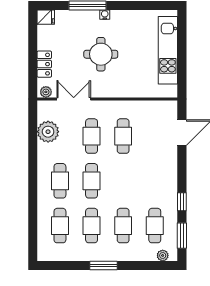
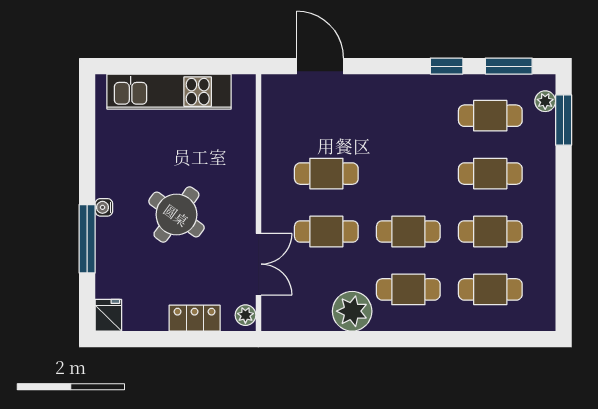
round table: (101, 54) -> (176, 215), turned 36
double door: (74, 99) -> (258, 264), swing flipped
plant: (48, 132) -> (352, 311), moved
window: (104, 266) -> (564, 120), moved

